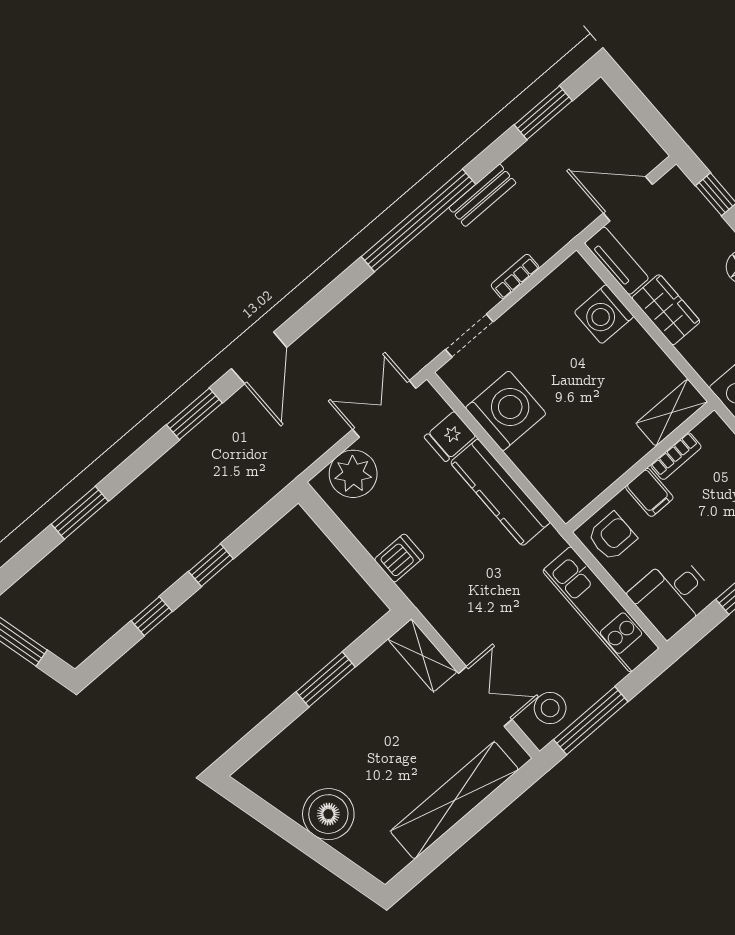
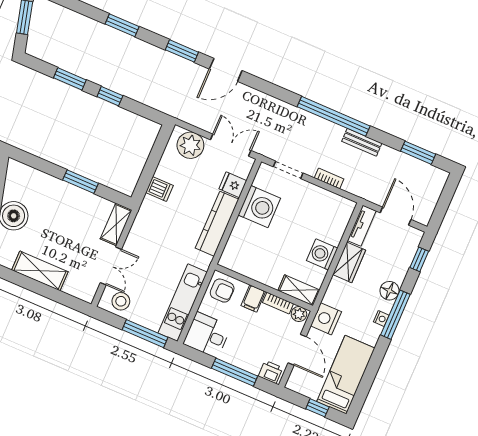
washing machine: (604, 314) -> (322, 254), moved
plant: (710, 431) -> (299, 314), added
window: (80, 513) -> (122, 25), moved
window: (152, 616) -> (70, 79), width x1.50
window: (591, 721) -> (145, 334), moved
shelving: (454, 800) -> (40, 271), width x0.68

